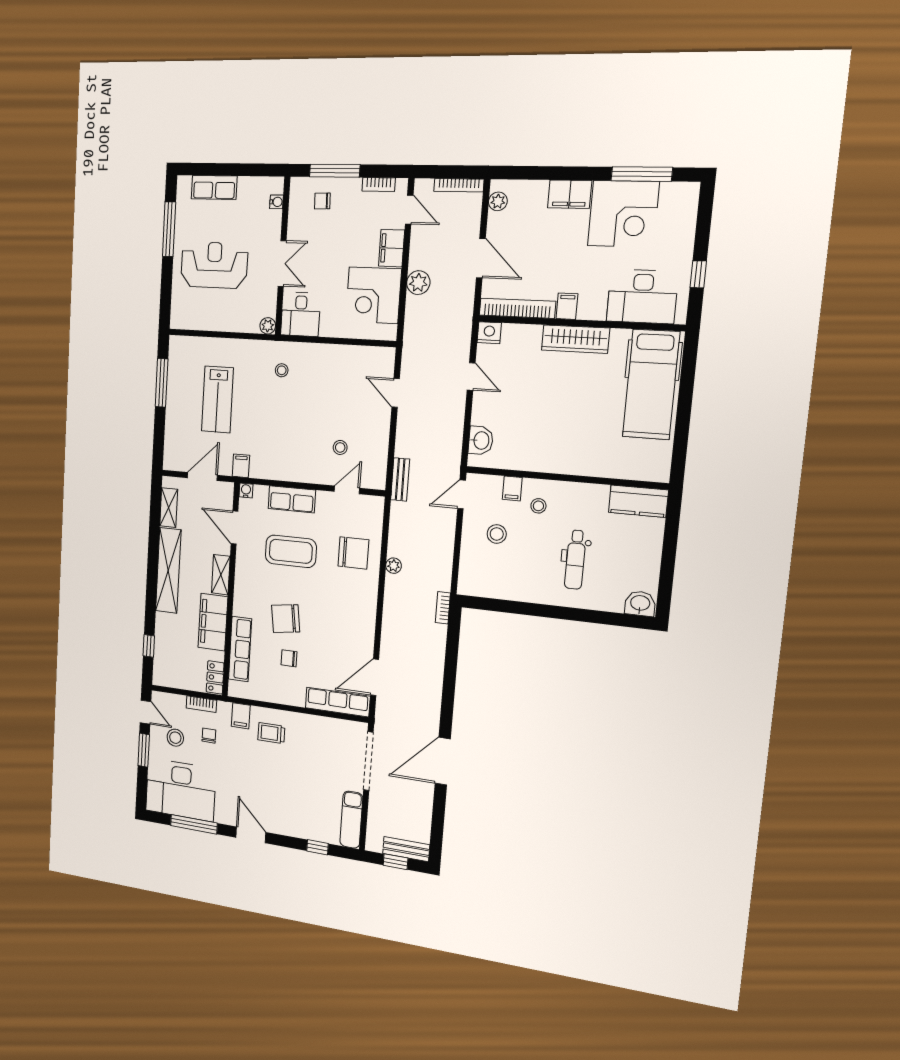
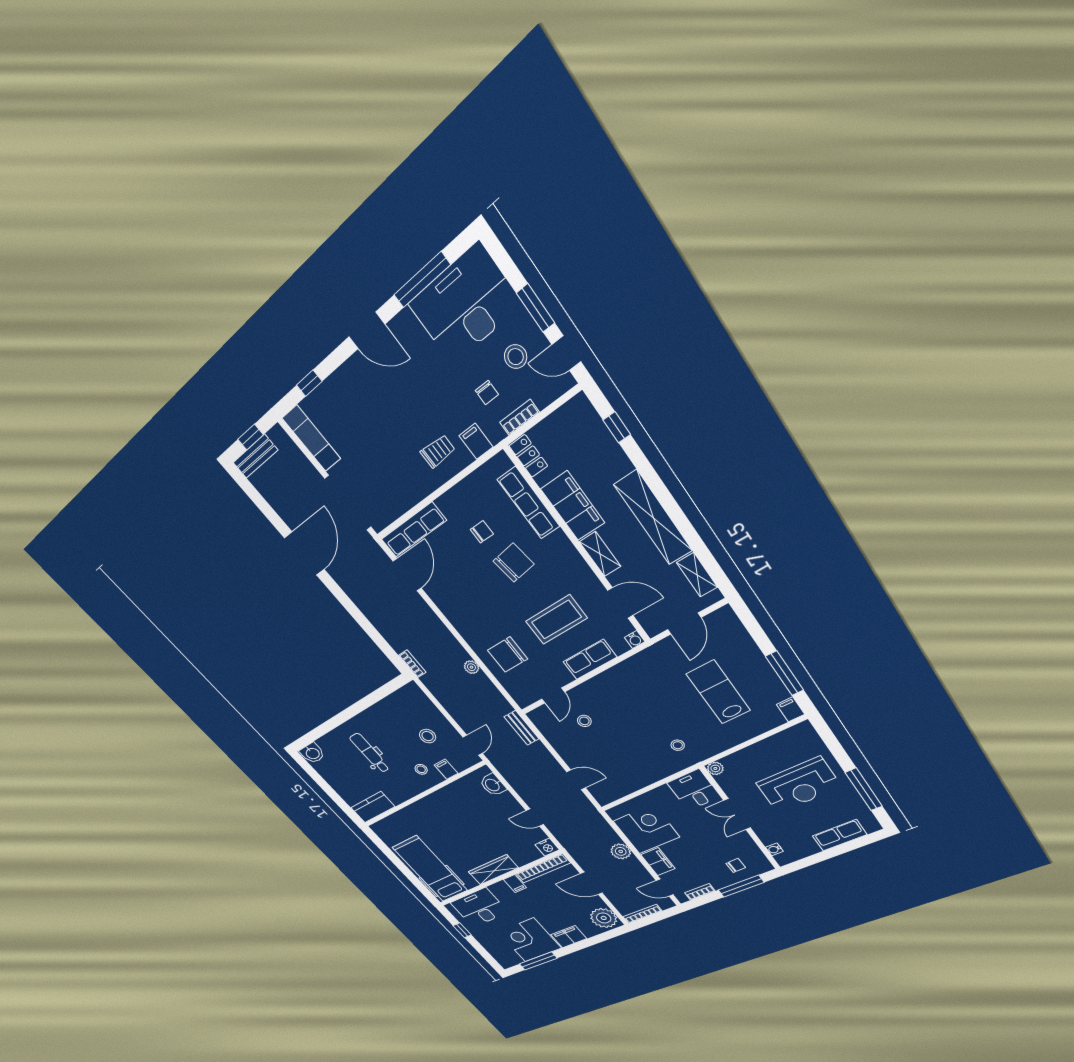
plant: (498, 201) -> (604, 918), width x1.88, depth x1.88
filing cabinet: (241, 466) -> (791, 709), moved, turned 180

